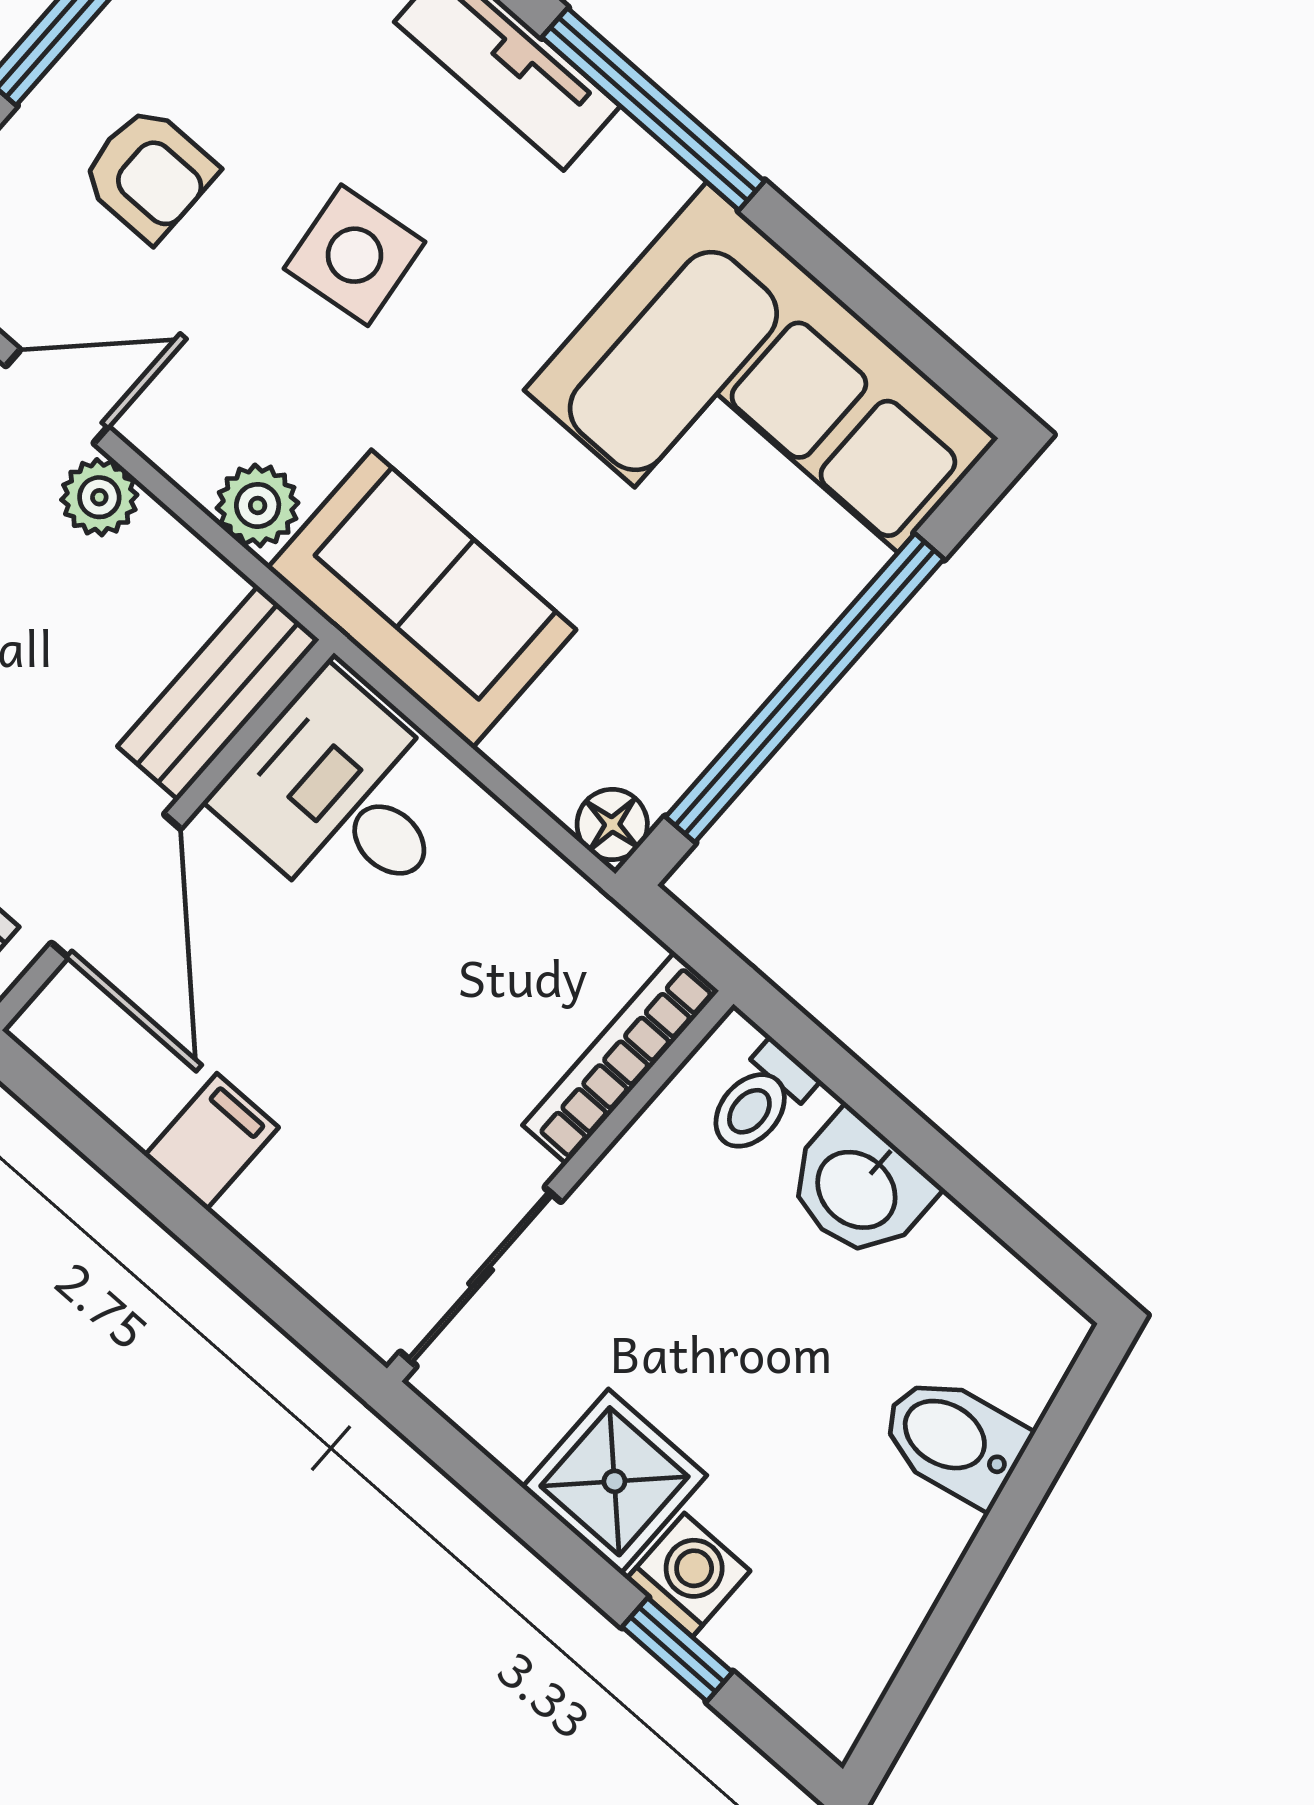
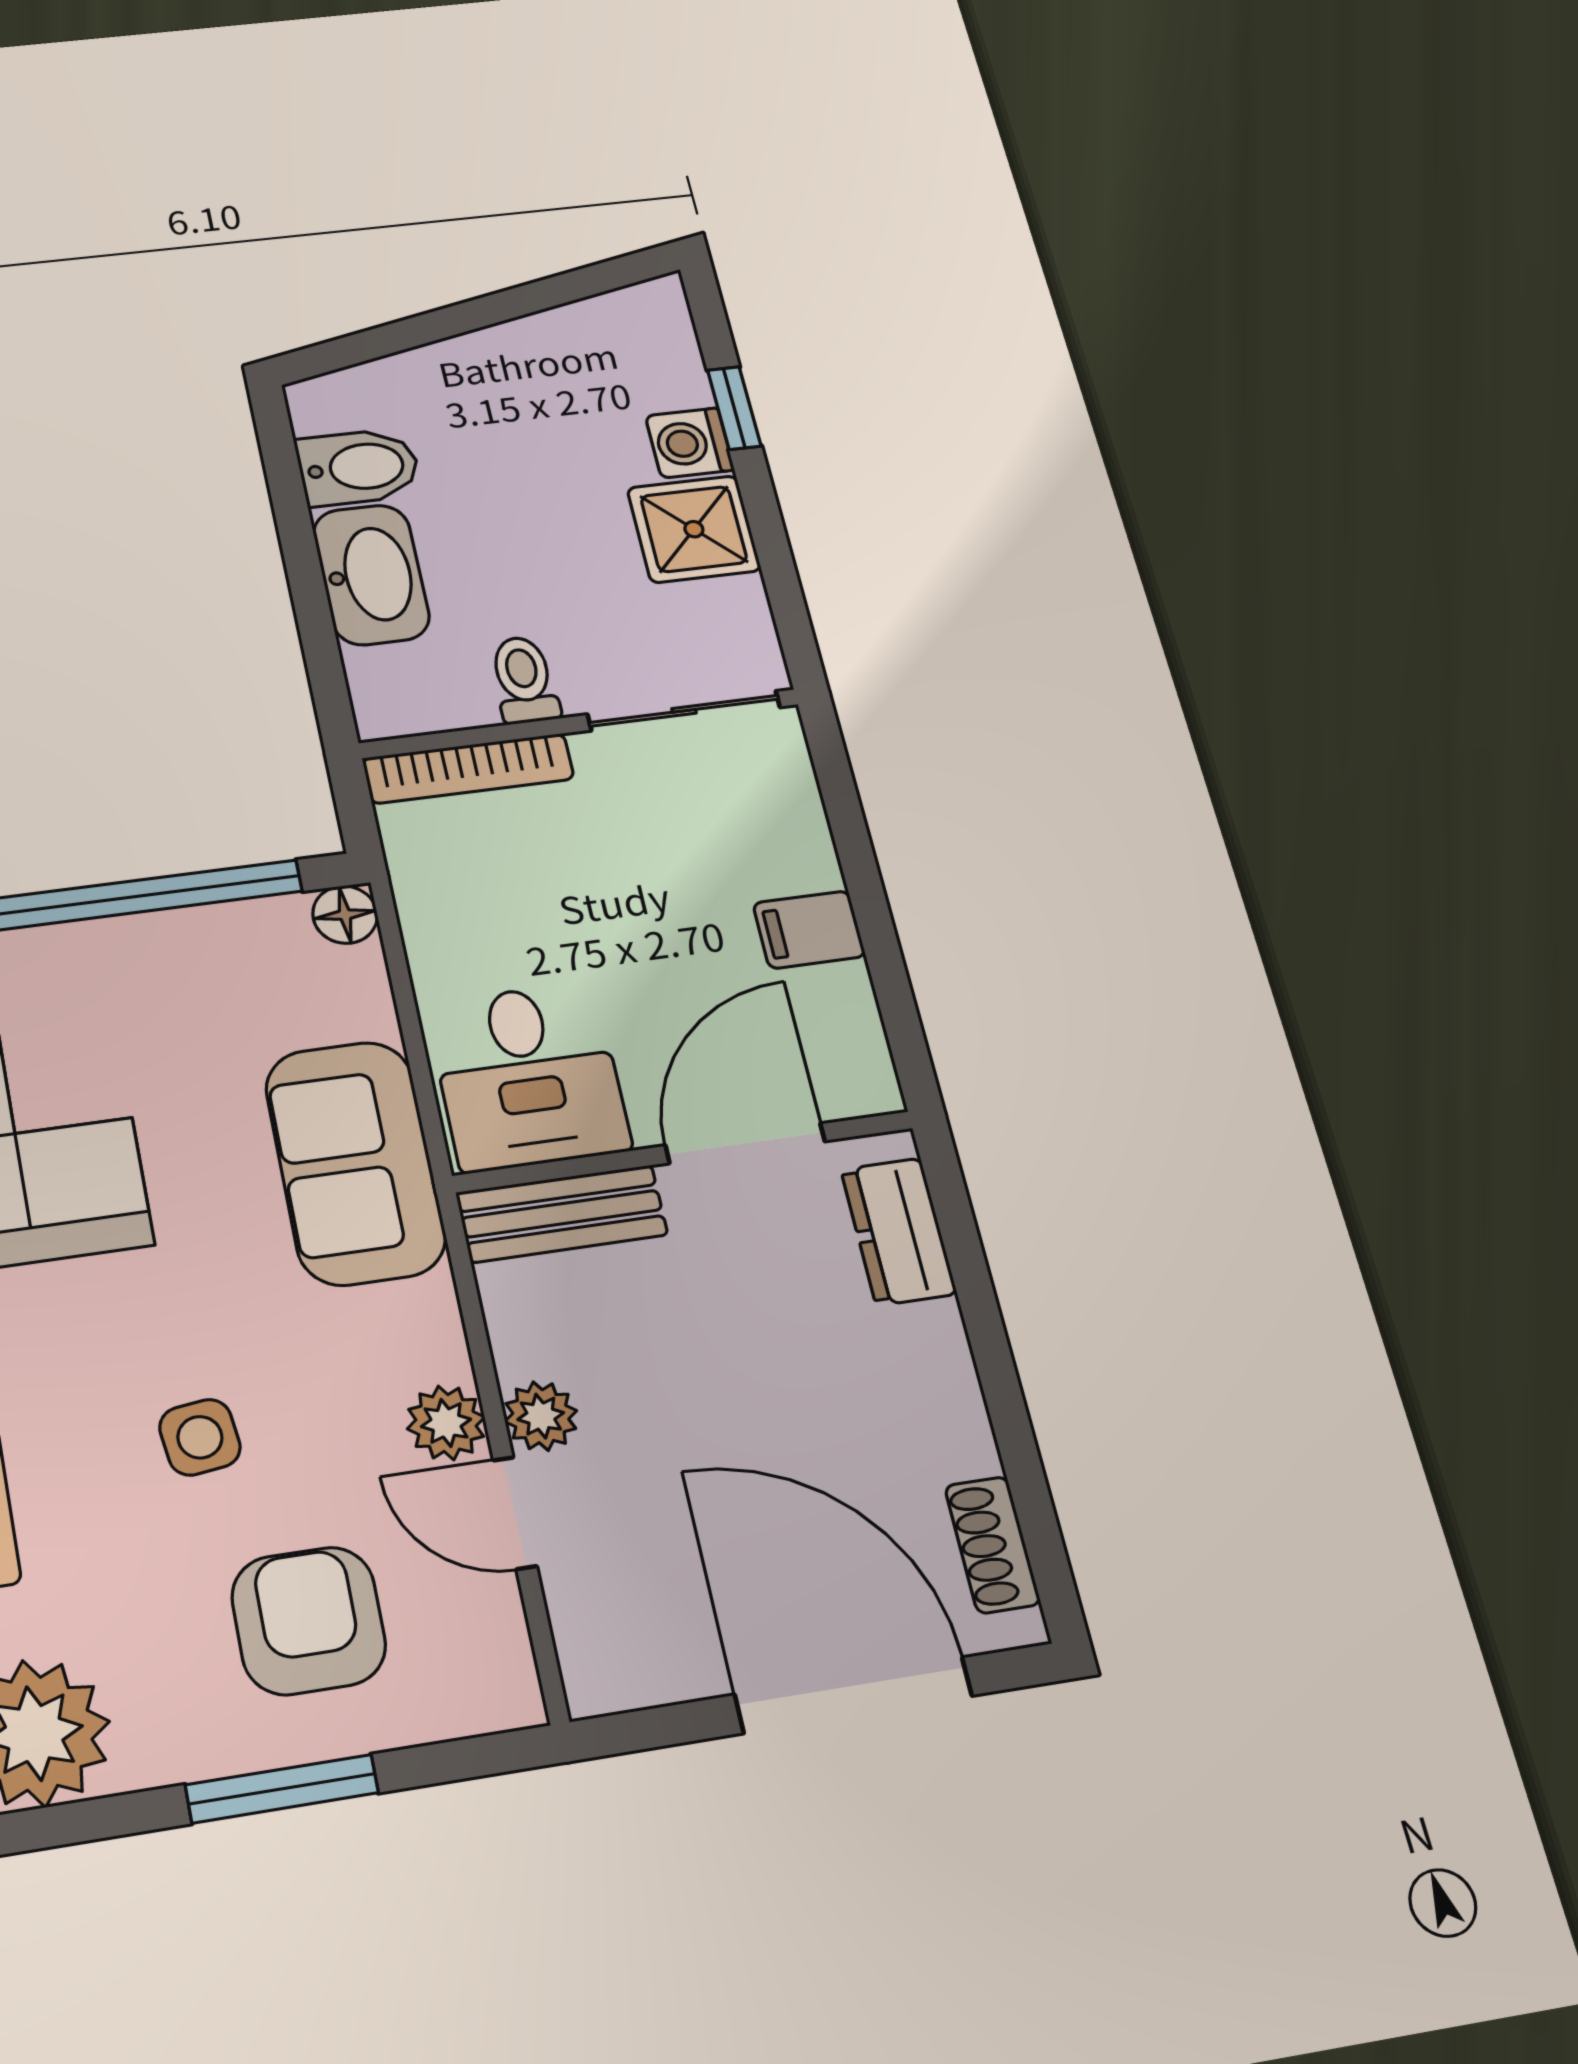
armchair: (149, 174) -> (309, 1621), width x1.38, depth x1.38
side table: (354, 255) -> (200, 1437), width x0.73, depth x0.73
plant: (258, 505) -> (446, 1423), moved
toilet: (760, 1100) -> (524, 680), moved, turned -90
washbasin: (859, 1187) -> (371, 575), width x1.38
bidet: (953, 1439) -> (358, 467), moved, turned -78

